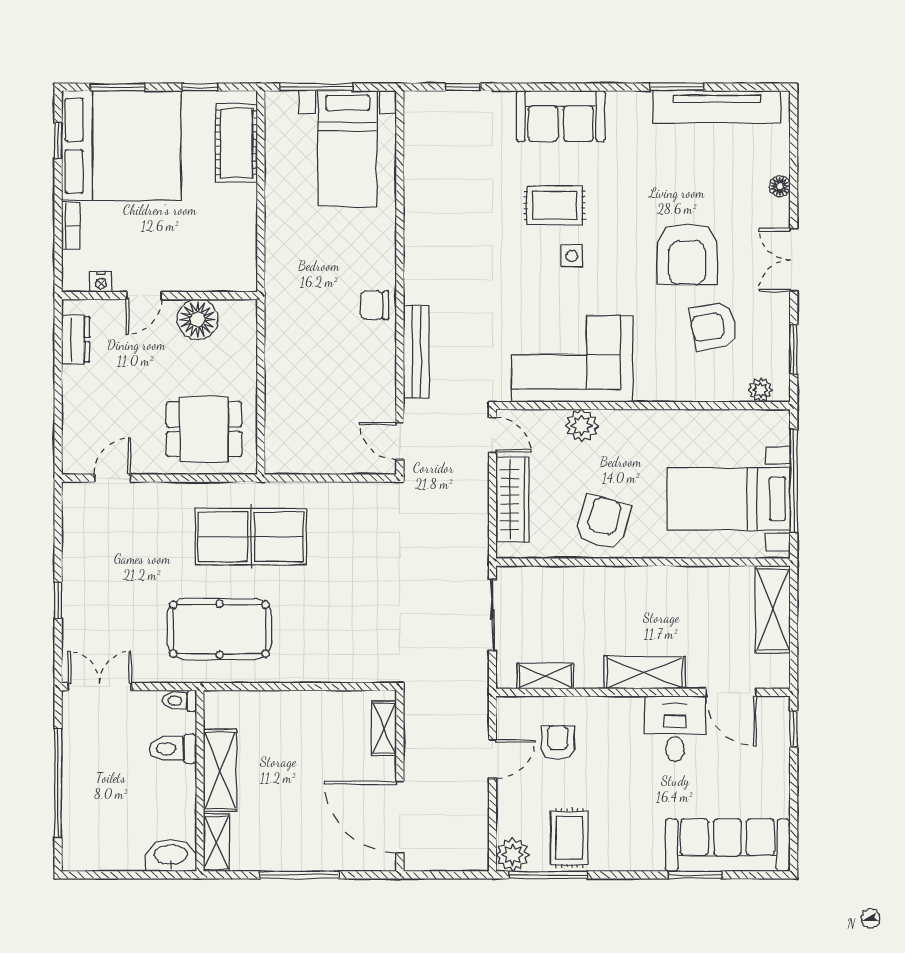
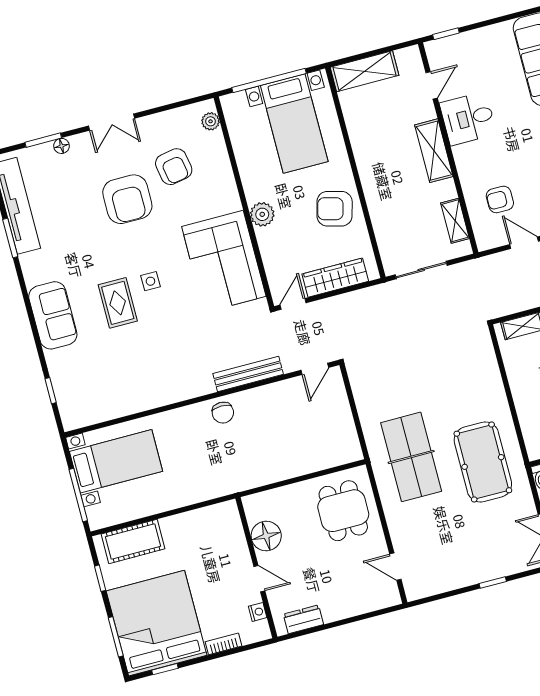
armchair: (687, 254) -> (127, 199), turned 90
window: (794, 350) -> (43, 140), moved
plant: (582, 426) -> (262, 214), moved
door: (731, 692) -> (432, 85), width x0.73

